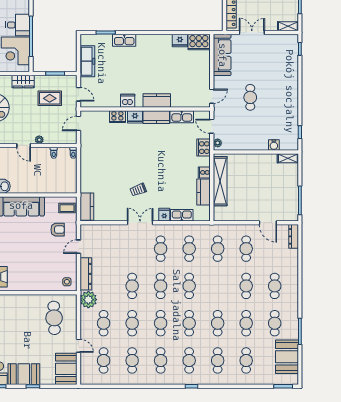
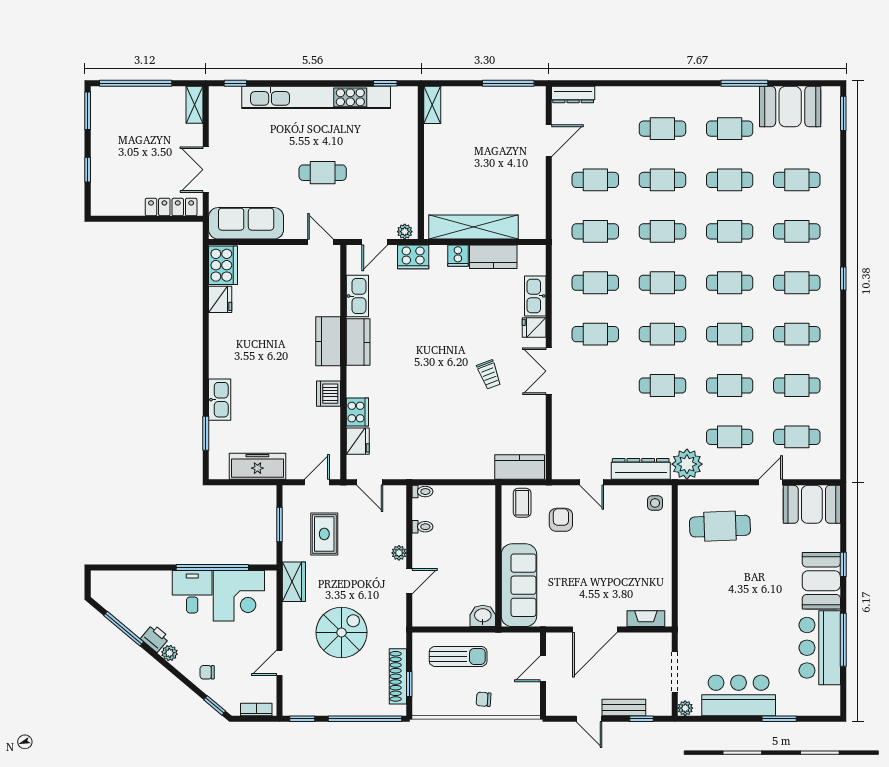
kitchen unit: (292, 94) -> (316, 97), added
fridge: (135, 117) -> (358, 441), moved
water cooler: (274, 145) -> (408, 130), removed
cafe table: (218, 286) -> (662, 231), added

